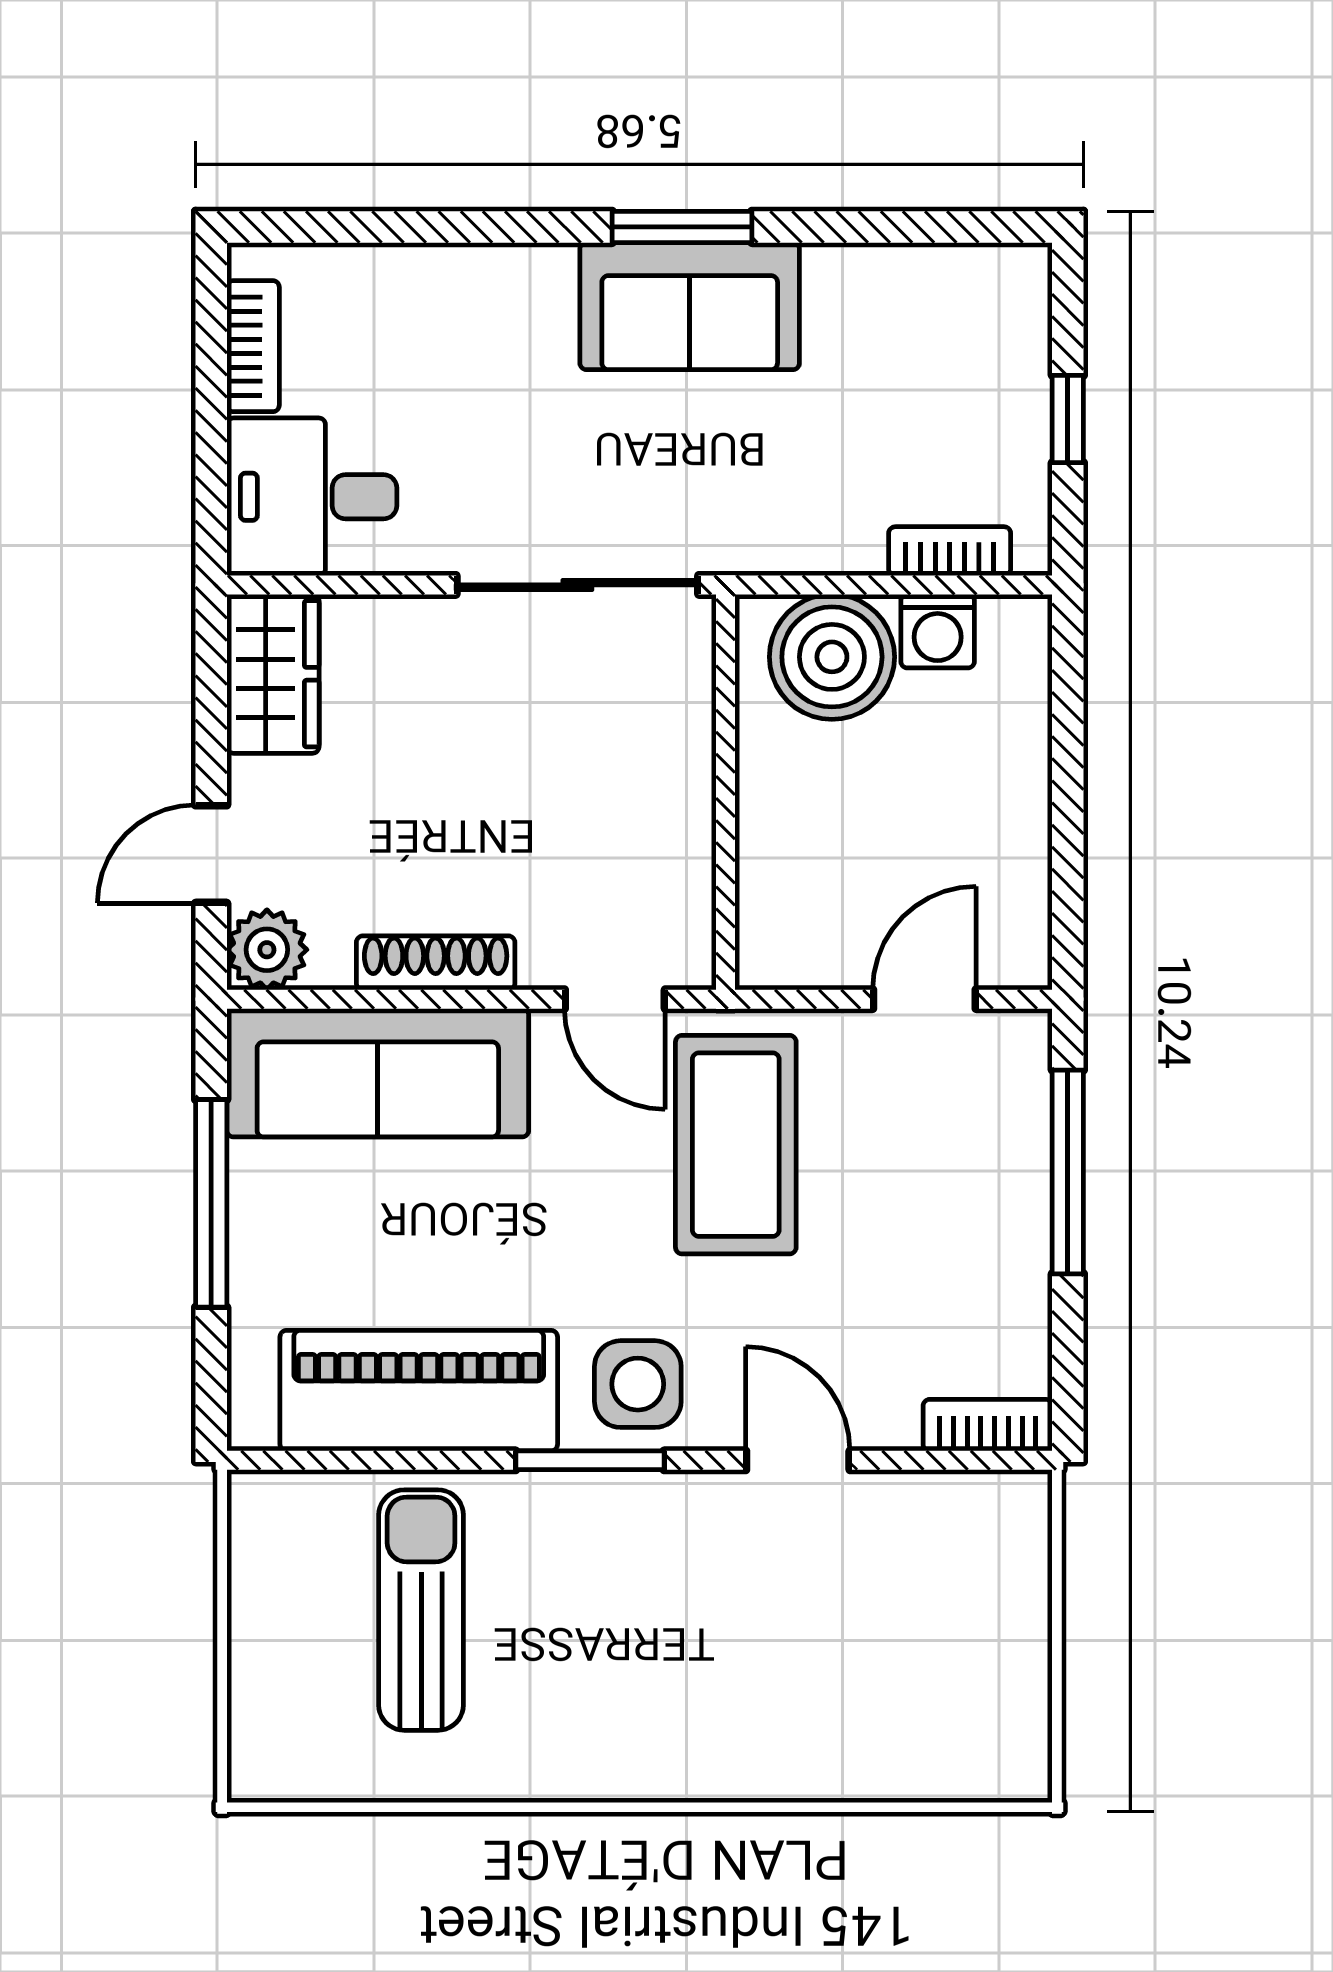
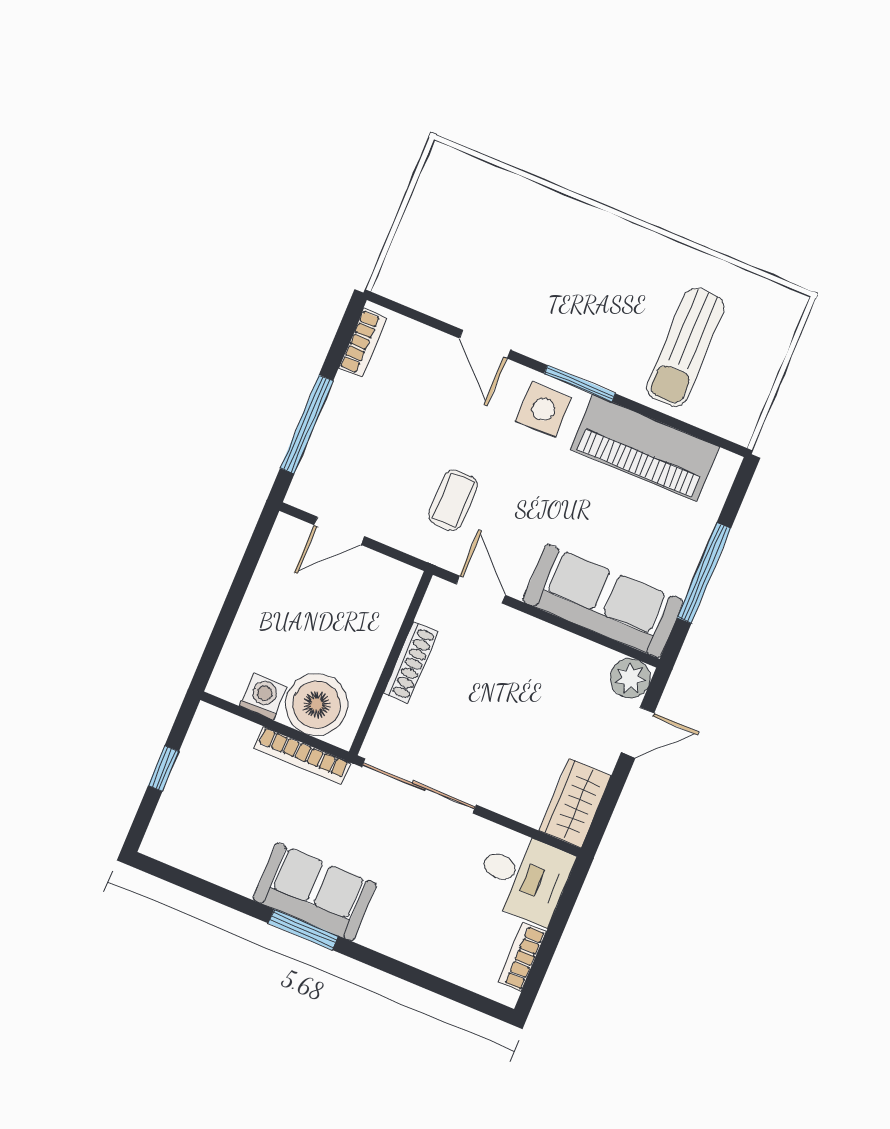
bookcase: (950, 551) -> (302, 755), moved, width x1.56
shoe rack: (436, 963) -> (411, 662), moved, turned -90
coffee table: (736, 1145) -> (453, 500), width x0.54, depth x0.58
bookcase: (988, 1425) -> (363, 343), moved, turned -90

